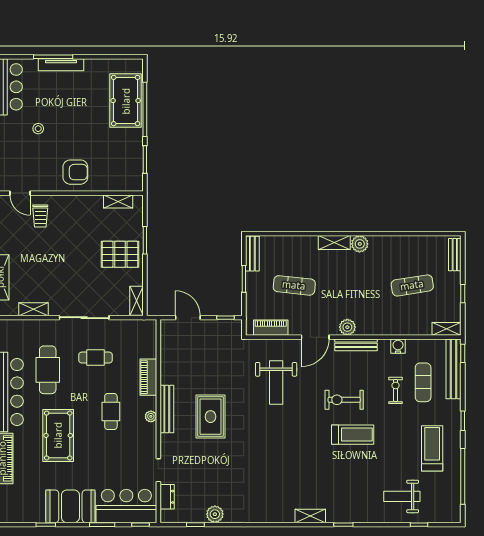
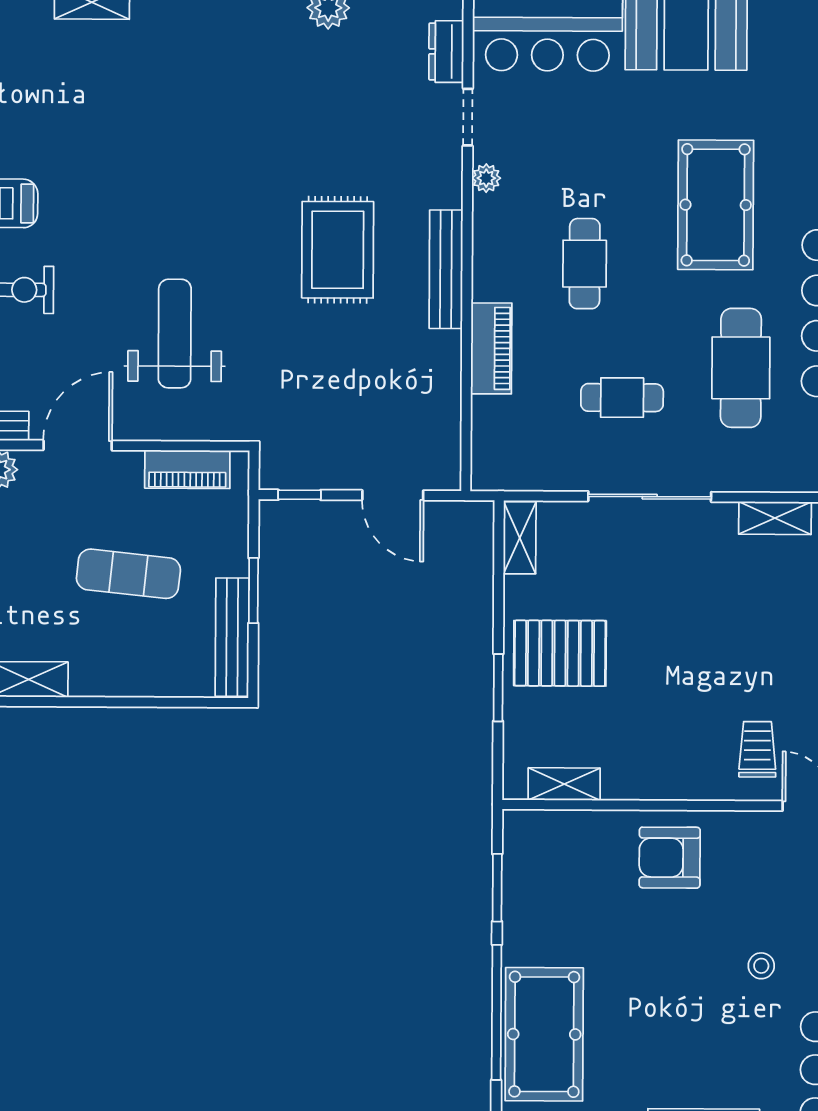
bench: (252, 254) -> (232, 637), width x1.36
plant: (151, 416) -> (486, 178), moved

